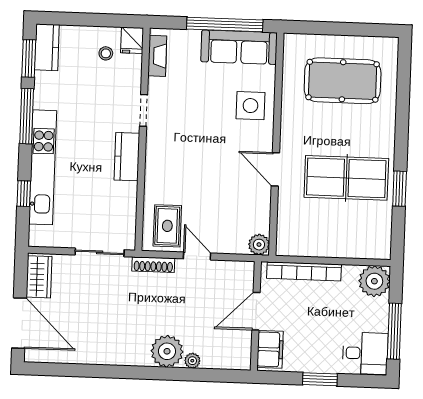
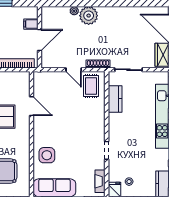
kitchen counter: (127, 157) -> (115, 99), moved
door: (275, 169) -> (32, 106), moved
plant: (259, 245) -> (39, 77), removed
filing cabinet: (270, 349) -> (31, 24), width x0.50

